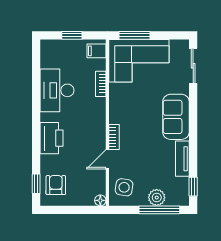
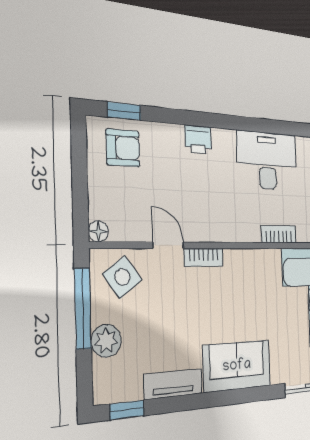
printer: (51, 138) -> (198, 139), width x0.53, depth x0.68
side table: (124, 187) -> (122, 277), turned 45
window: (159, 210) -> (83, 309), moved

